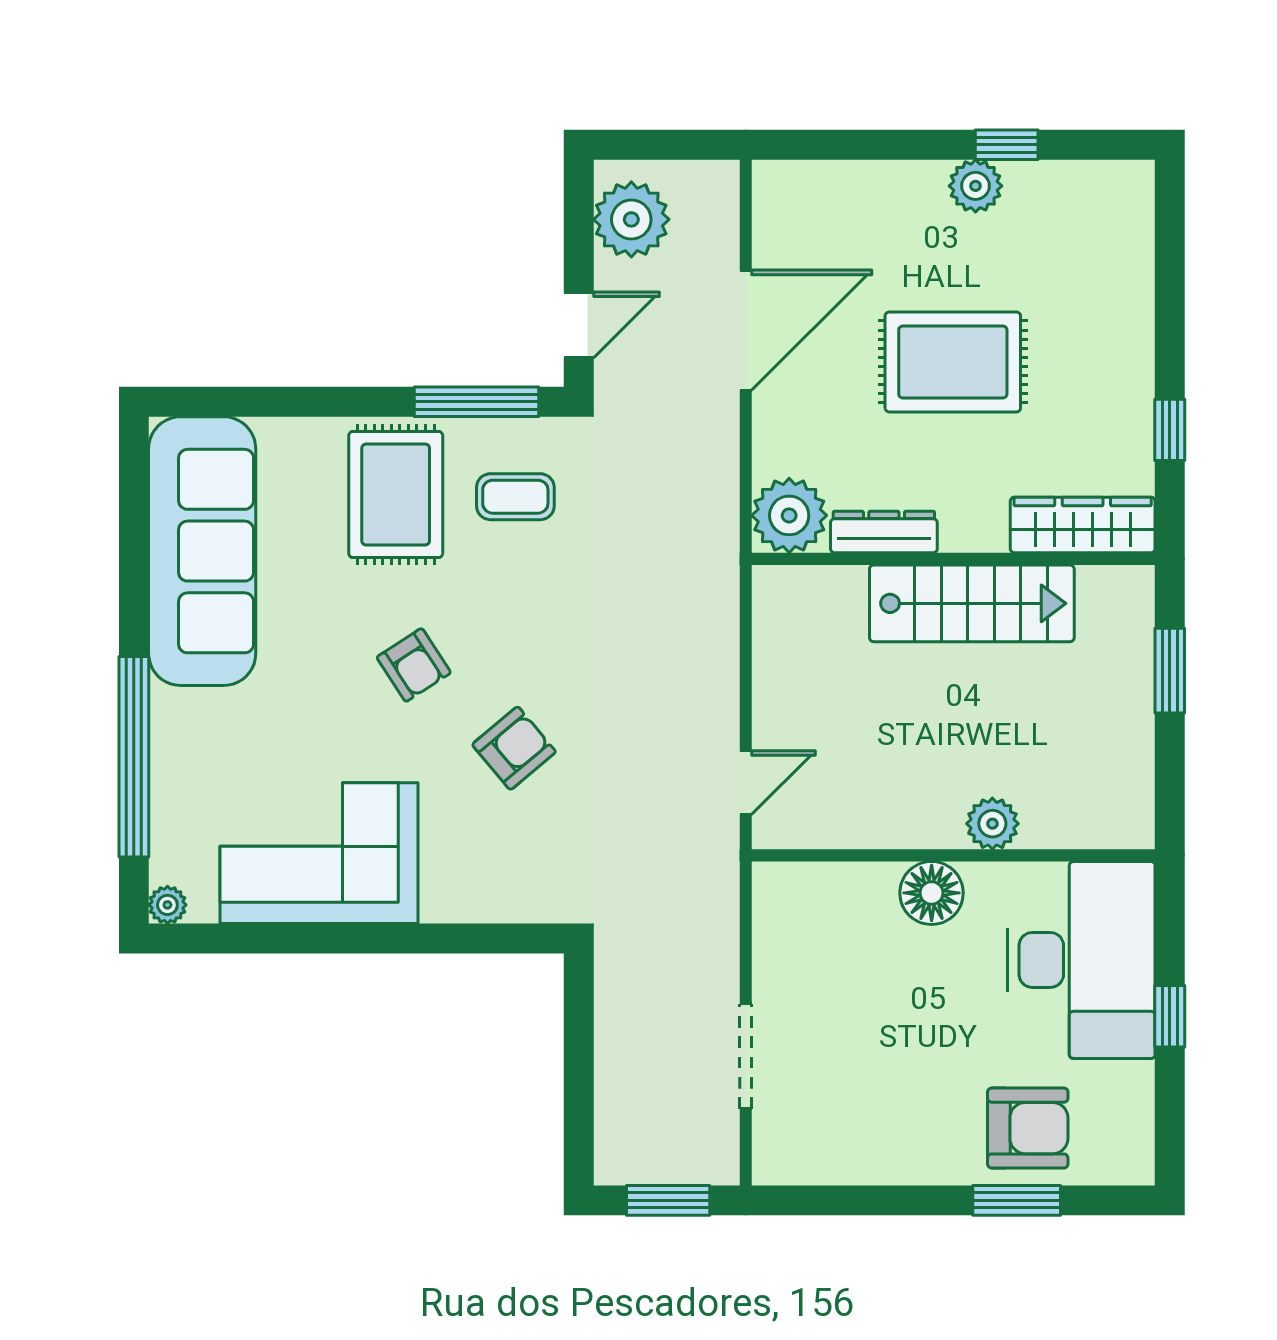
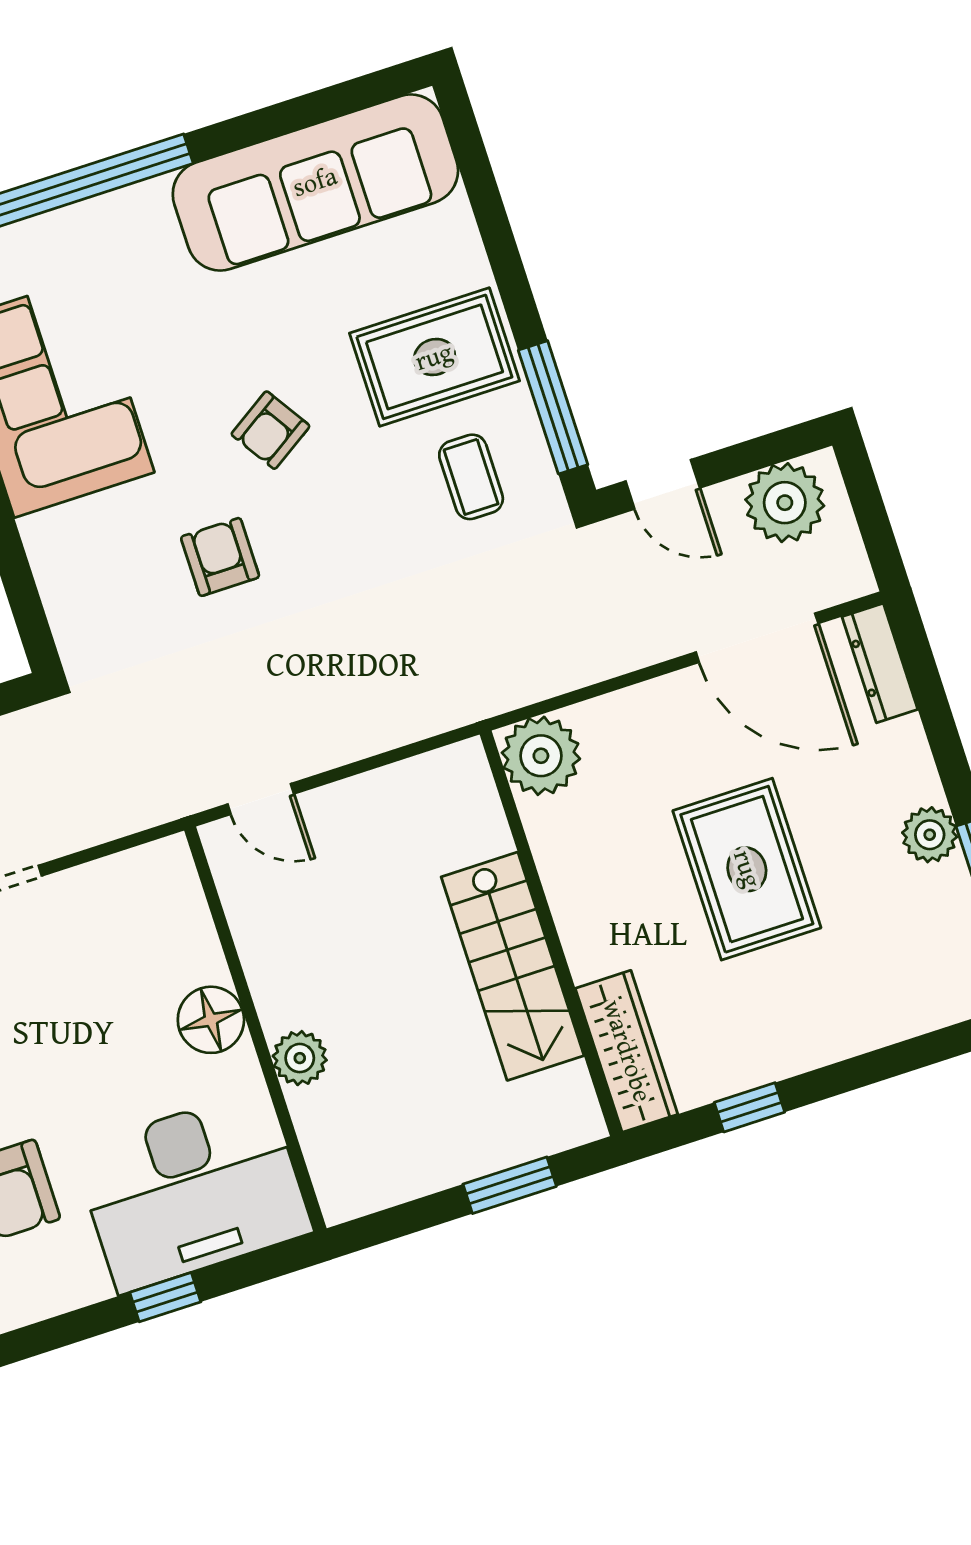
door: (746, 330) -> (757, 638), moved
dresser: (884, 532) -> (880, 663), moved, turned 180
armchair: (514, 748) -> (220, 557), turned -140

